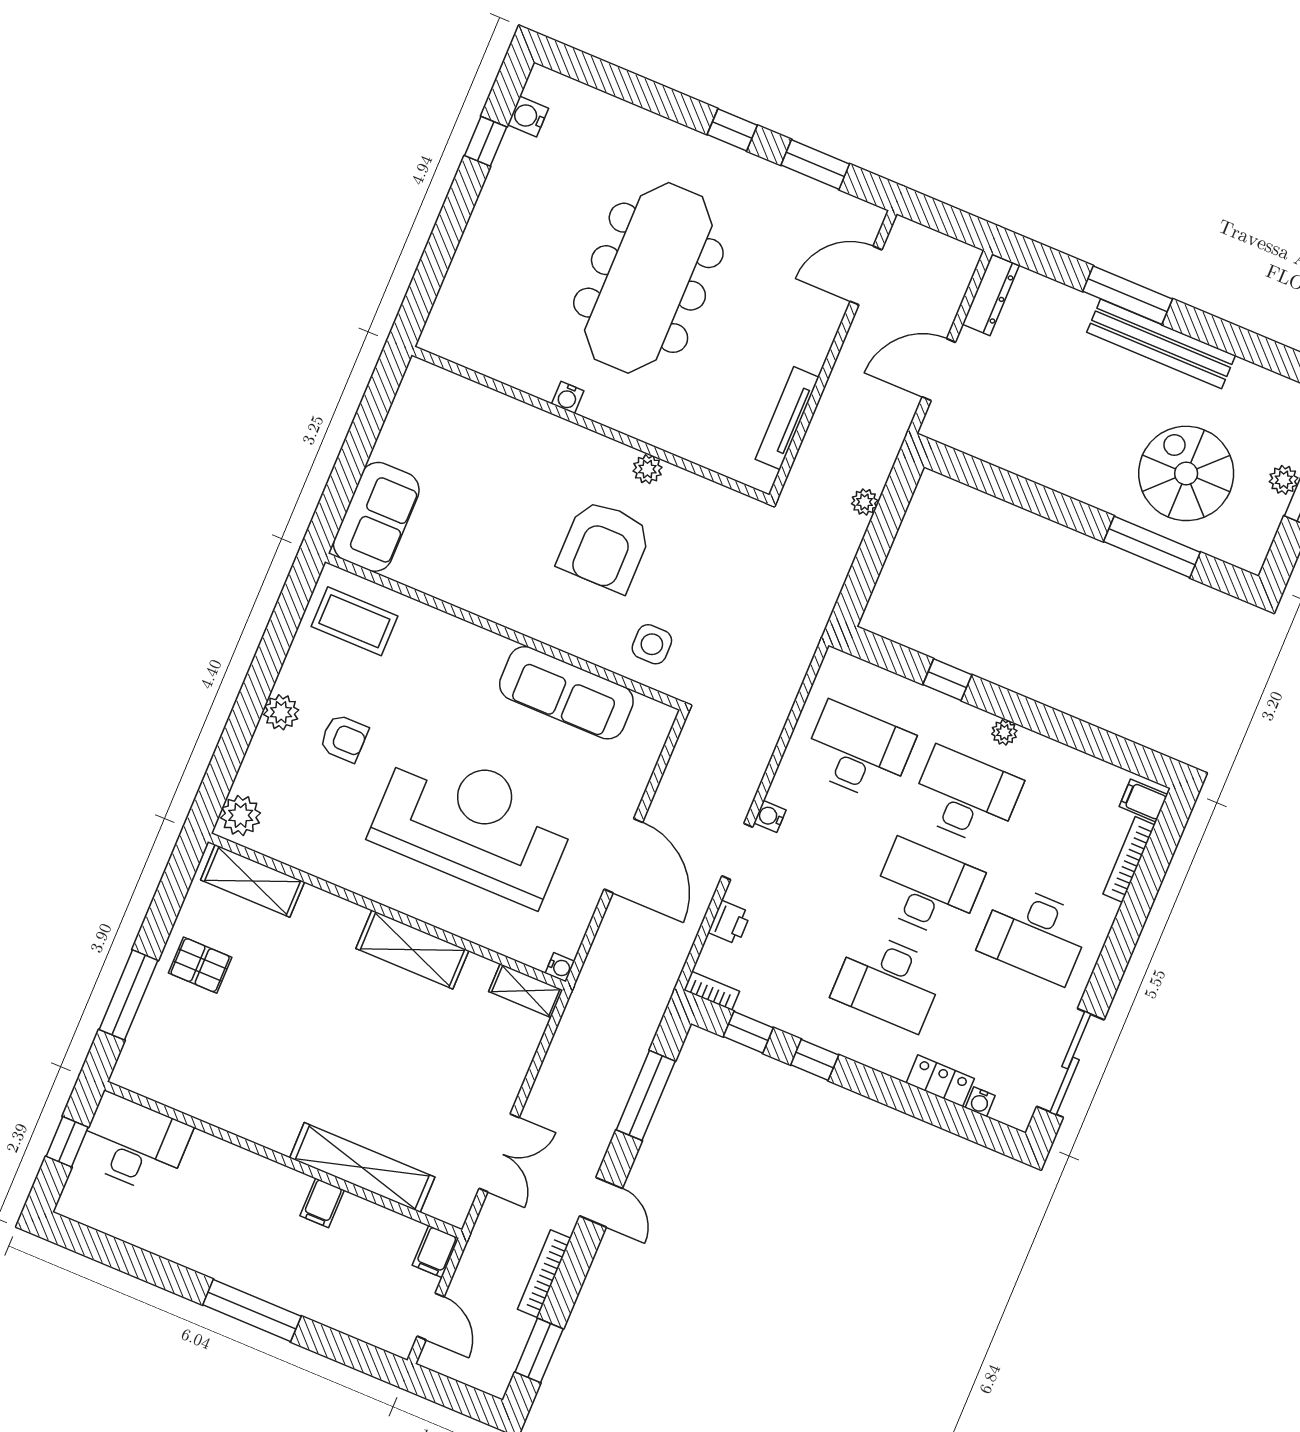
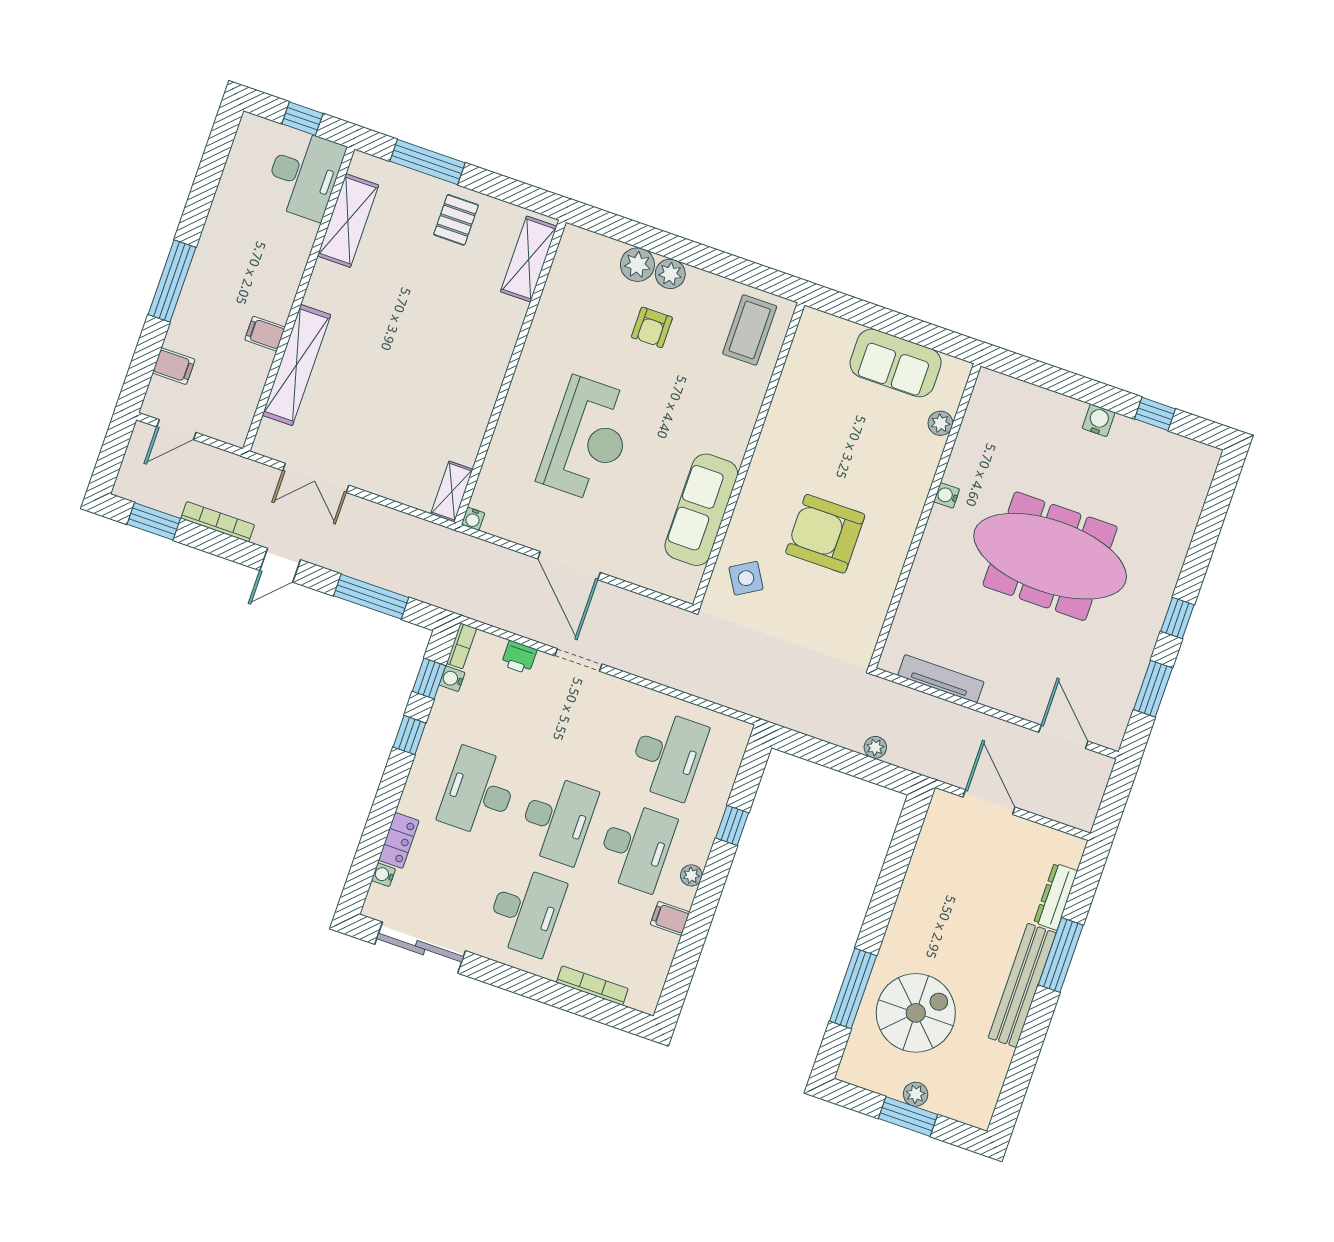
water cooler: (528, 117) -> (1099, 420), moved
dresser: (991, 295) -> (1056, 897), moved, turned 90
plant: (647, 469) -> (940, 423), moved
sofa: (376, 517) -> (896, 363), moved
side table: (652, 644) -> (746, 578), turned -31
filing cabinet: (1143, 801) -> (670, 918), moved, turned -90
plant: (241, 815) -> (637, 265), moved
water cooler: (770, 816) -> (452, 679), moved, turned -90
reception desk: (473, 824) -> (588, 439), width x0.74, depth x0.77
door: (623, 856) -> (569, 566), hinge flipped
desk: (1035, 934) -> (525, 911), turned 180
shelving: (412, 950) -> (348, 221), moved
filing cabinet: (436, 1252) -> (174, 366), moved, turned 180

